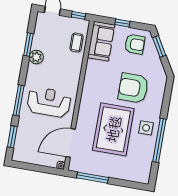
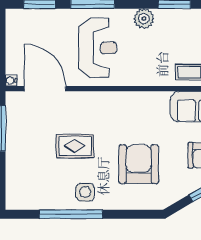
plant: (36, 57) -> (144, 19), moved
rug: (113, 129) -> (75, 146), width x0.54, depth x0.49

